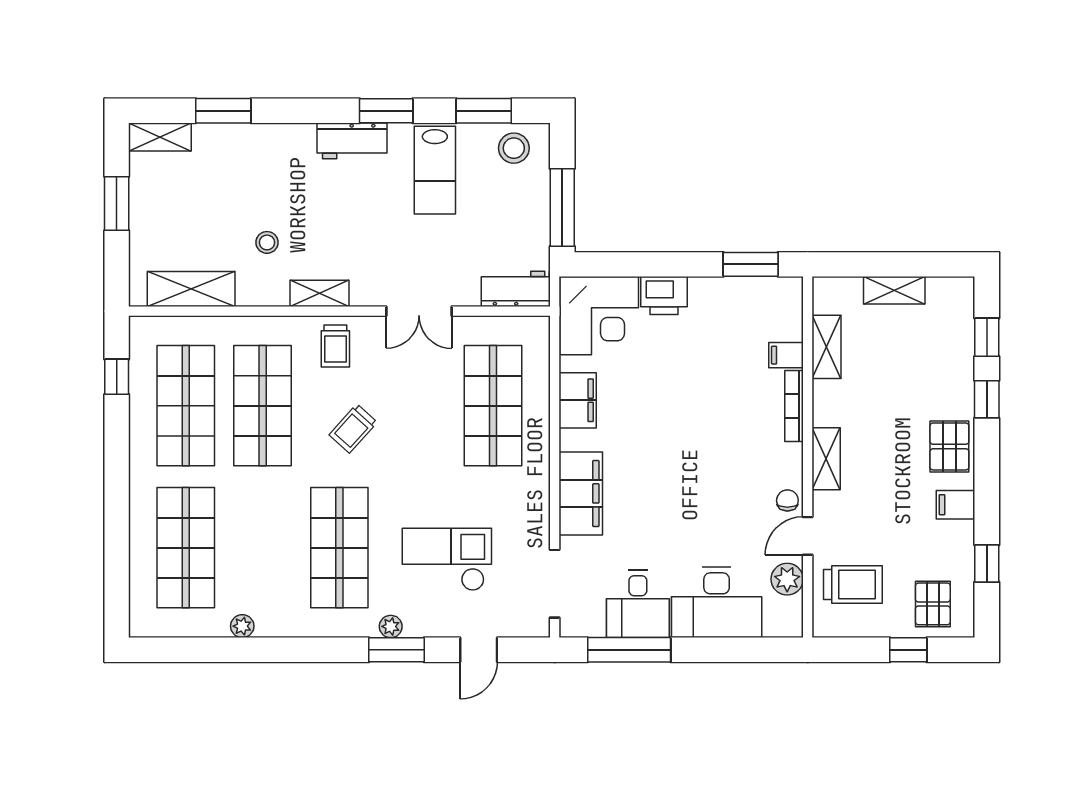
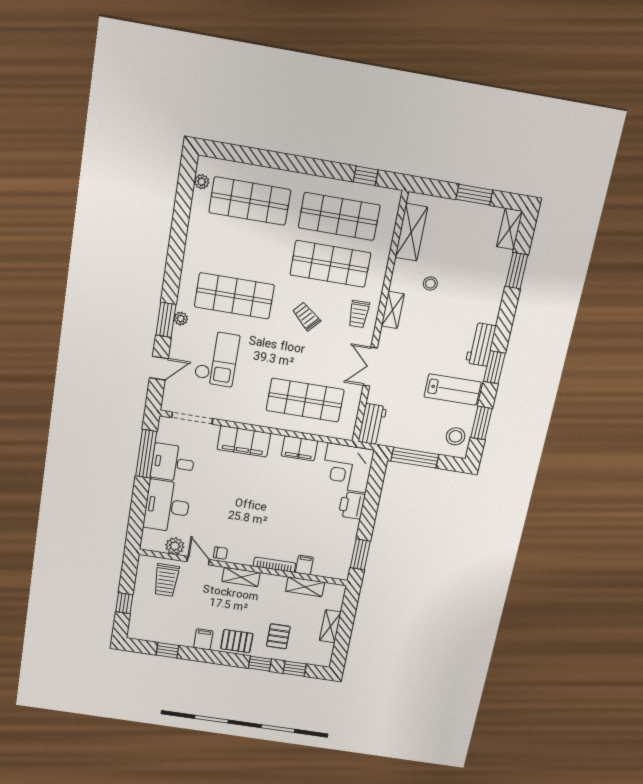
lab bench: (435, 170) -> (453, 390), turned 180
trolley: (335, 346) -> (359, 314), turned -90
pallet: (933, 604) -> (278, 636), moved, turned 90
plant: (242, 626) -> (202, 182), moved
door: (479, 650) -> (159, 368), swing flipped

